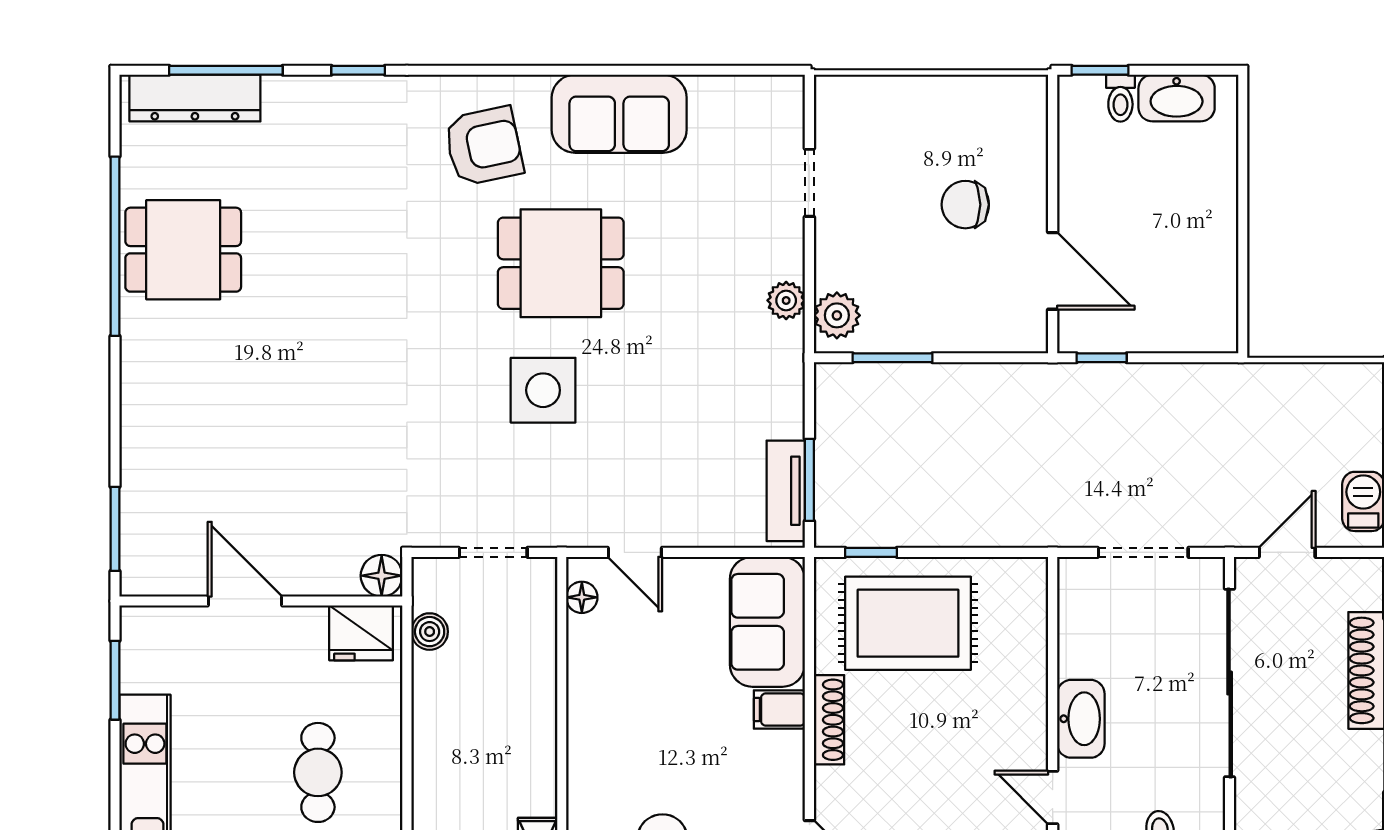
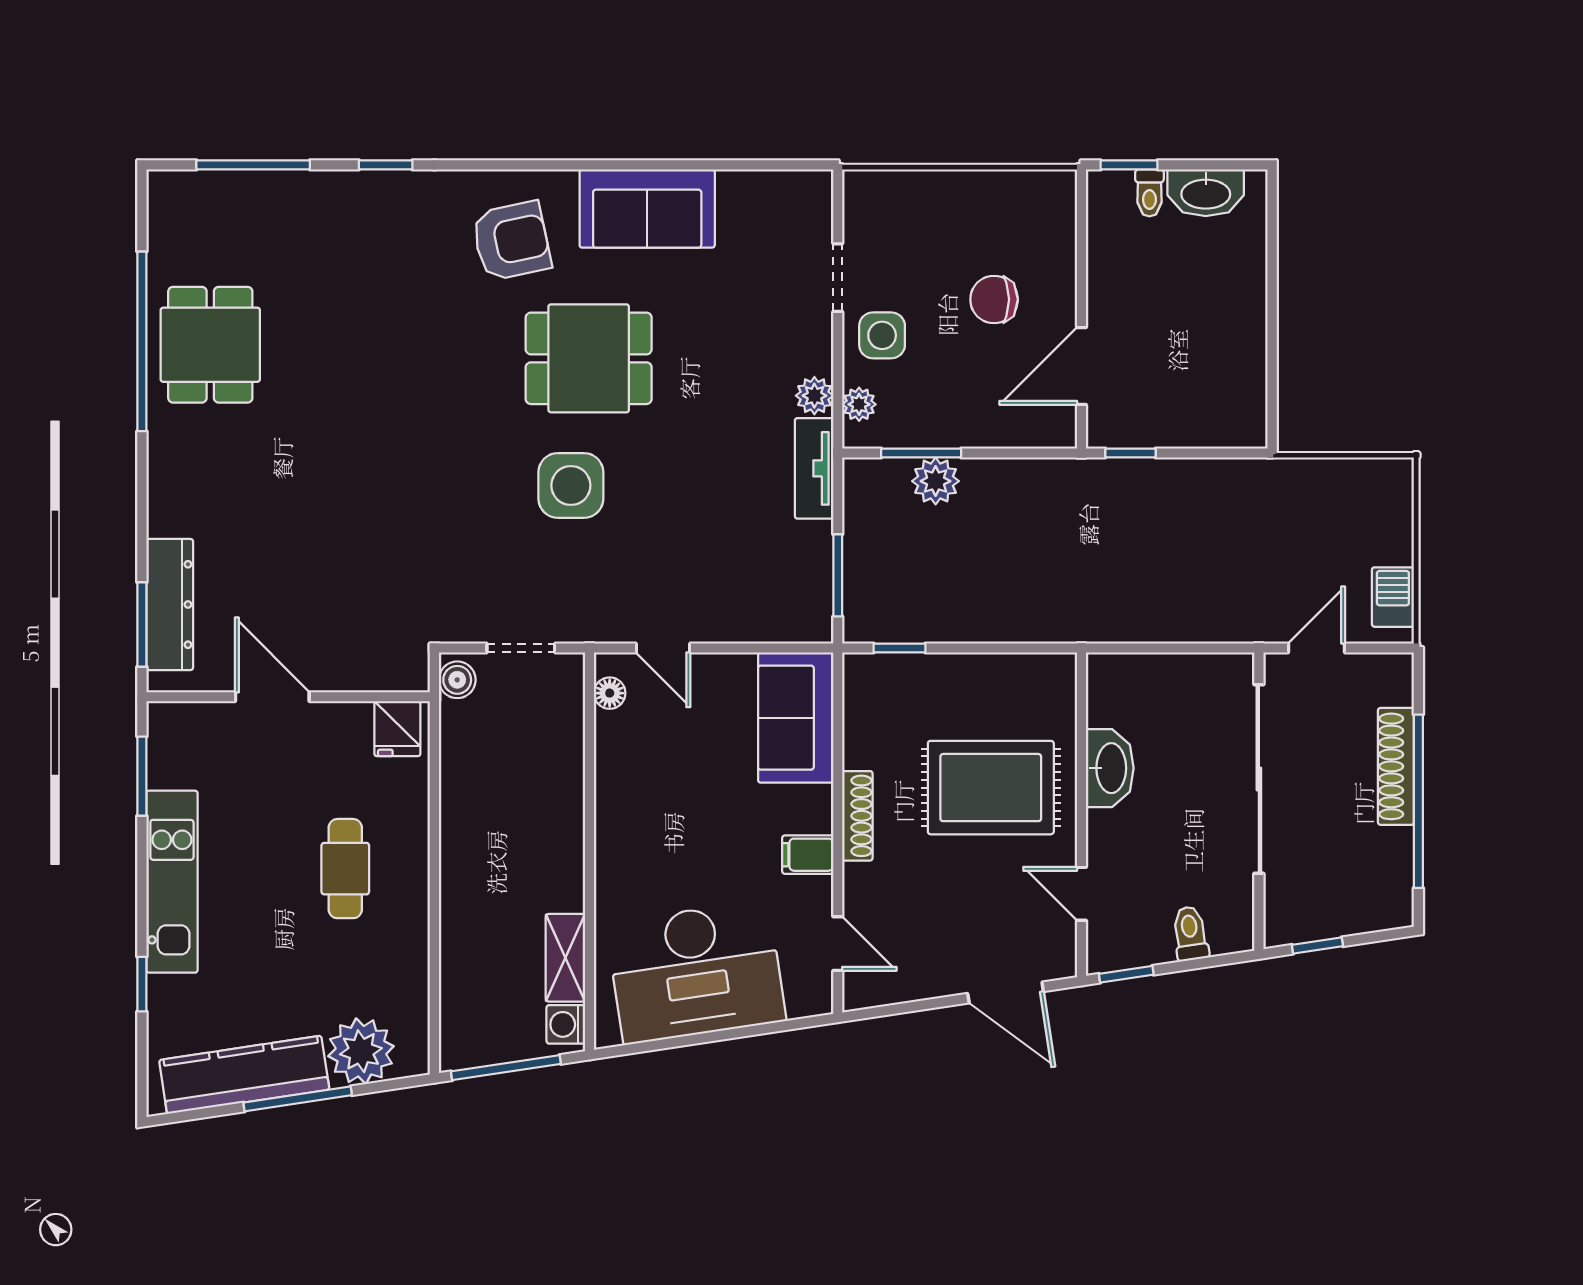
dresser: (195, 98) -> (170, 604), moved, turned -90
side table: (854, 240) -> (882, 335), added
dining table: (183, 250) -> (210, 345), turned 90
door: (1053, 271) -> (1082, 366), swing flipped
plant: (837, 315) -> (859, 404), width x0.73, depth x0.73
plant: (907, 386) -> (936, 481), added
tv unit: (786, 491) -> (814, 468), moved
doorway: (1143, 552) -> (1172, 648), removed
floor lamp: (382, 576) -> (409, 671), removed
rug: (908, 623) -> (991, 788), moved
boiler: (430, 632) -> (457, 680), moved
fridge: (361, 633) -> (397, 729), width x0.72
filing cabinet: (779, 709) -> (808, 855), moved
washbasin: (1081, 719) -> (1110, 768), moved

